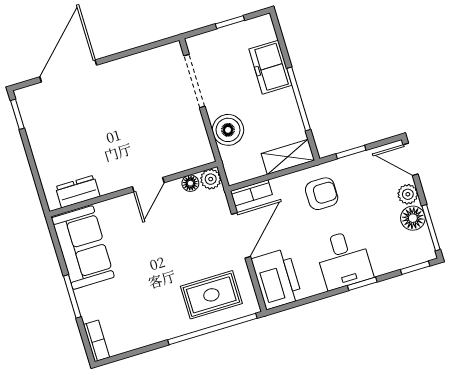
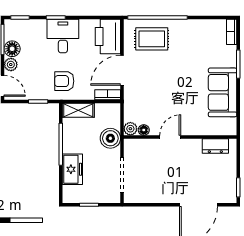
plant: (211, 179) -> (130, 129), moved
floor lamp: (190, 183) -> (144, 130), moved
door: (148, 185) -> (170, 137), moved
wall: (133, 189) -> (180, 137), moved
dresser: (78, 192) -> (215, 146), moved

